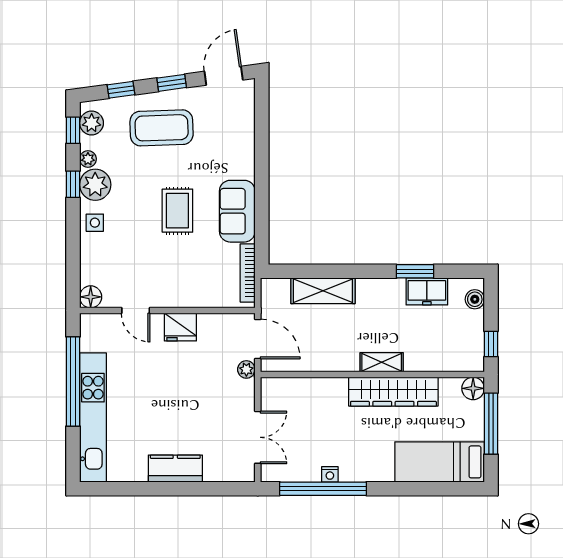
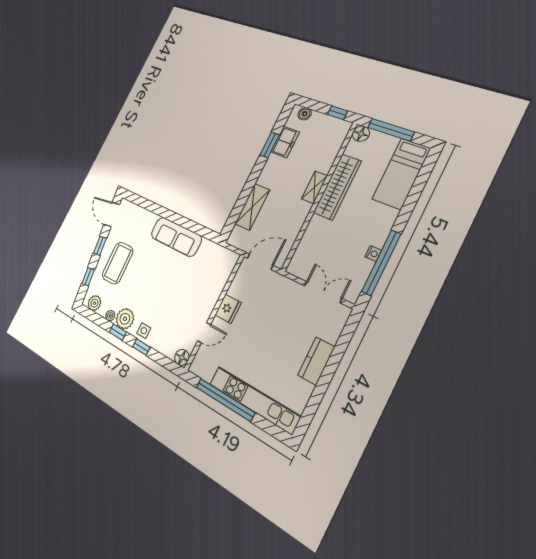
window: (73, 130) -> (141, 347), moved
rug: (177, 211) -> (163, 276), removed
sofa: (237, 211) -> (176, 237), width x1.36
bookcase: (248, 273) -> (219, 250), removed
plant: (246, 369) -> (275, 278), removed

